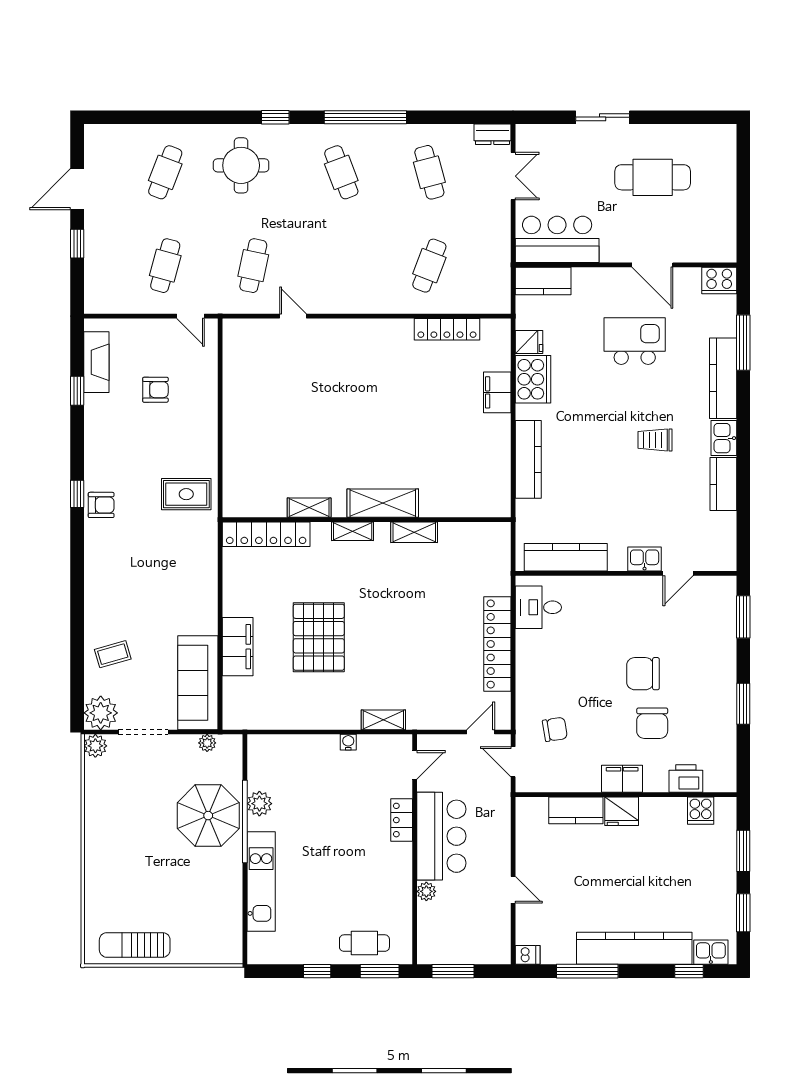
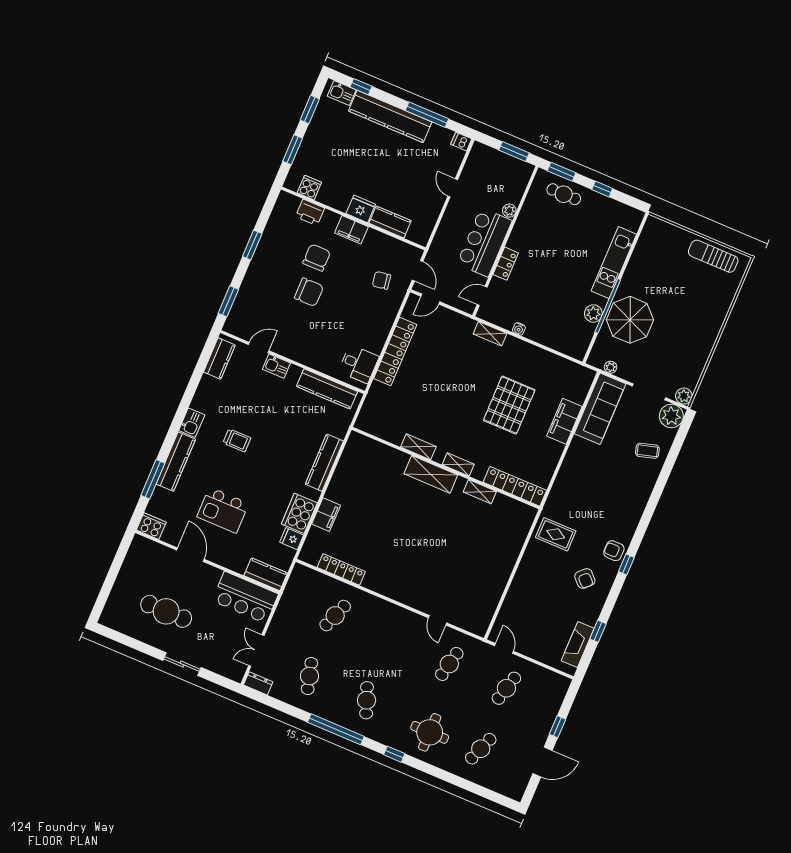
armchair: (155, 390) -> (585, 579), moved, turned -135
kitchen counter: (723, 484) -> (219, 359), moved
sun lounger: (135, 945) -> (713, 256), turned 180

